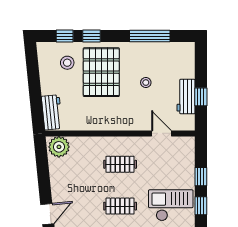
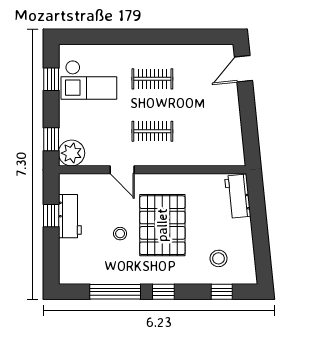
window: (91, 36) -> (163, 292), moved
pallet: (101, 72) -> (162, 225), moved
door: (161, 133) -> (122, 170), moved
plant: (59, 147) -> (72, 153), moved
window: (201, 177) -> (51, 139), moved

